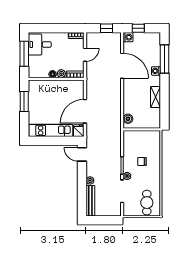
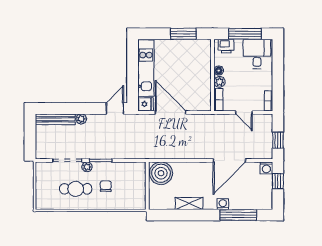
printer: (34, 68) -> (226, 46), added
boiler: (128, 119) -> (161, 173), width x1.86, depth x1.86
cafe table: (147, 203) -> (76, 189), moved

